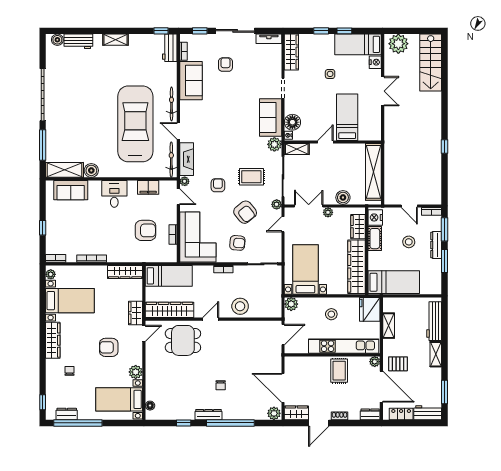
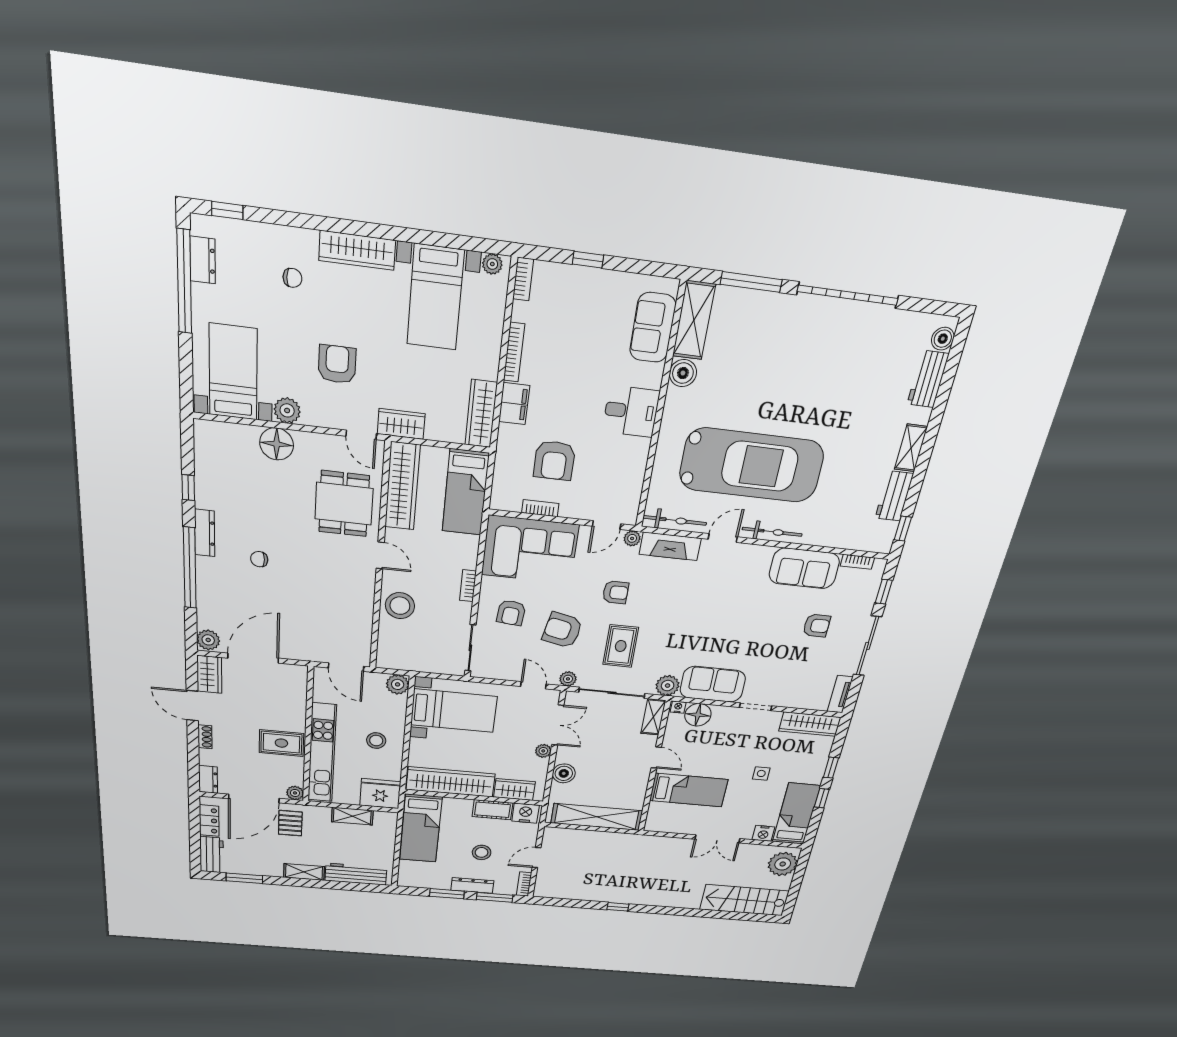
workbench: (170, 48) -> (894, 496), moved, turned -90
filing cabinet: (148, 187) -> (514, 404), moved, turned 180
armchair: (245, 212) -> (562, 630), turned 51
floor lamp: (150, 406) -> (277, 444), moved, width x1.89, depth x1.89

